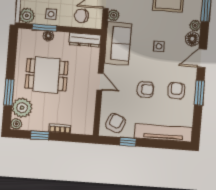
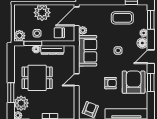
dresser: (85, 40) -> (52, 50), moved
door: (100, 82) -> (77, 80), swing flipped
armchair: (176, 91) -> (134, 82), width x1.88, depth x1.88

